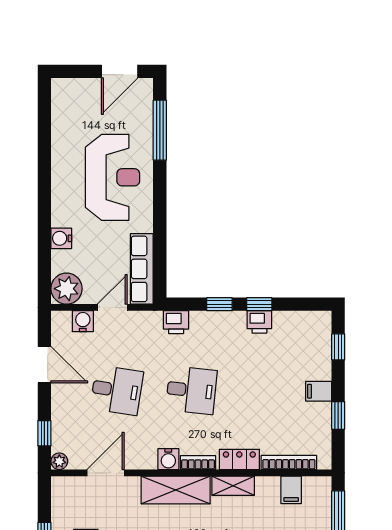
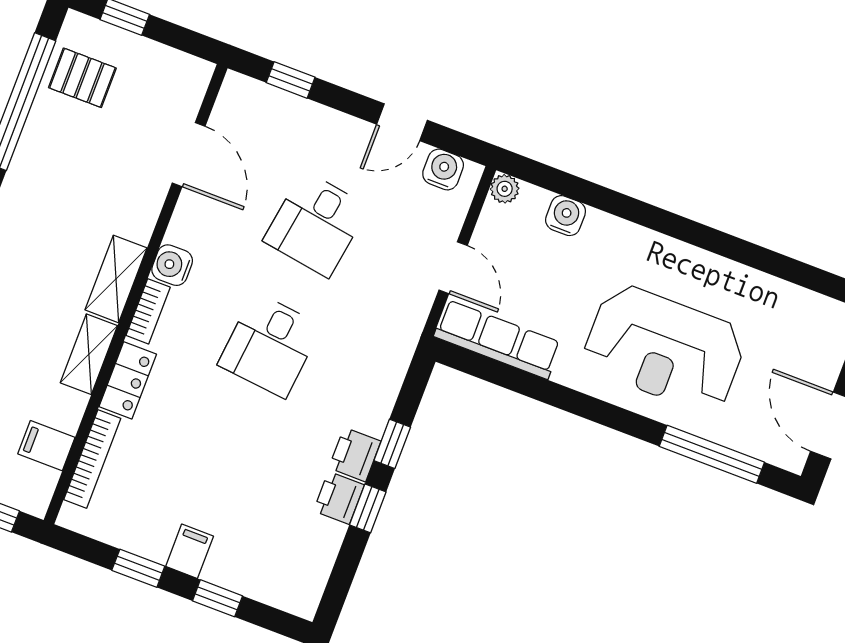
water cooler: (61, 238) -> (566, 216), moved
plant: (67, 289) -> (505, 189), width x0.53, depth x0.53
water cooler: (83, 321) -> (443, 169), moved, turned -90
printer: (176, 322) -> (355, 455), moved
window: (338, 347) -> (218, 598), moved
door: (44, 365) -> (402, 122), width x0.73
plant: (59, 461) -> (236, 87), removed
shelving: (176, 490) -> (116, 279), width x0.67, depth x0.75

